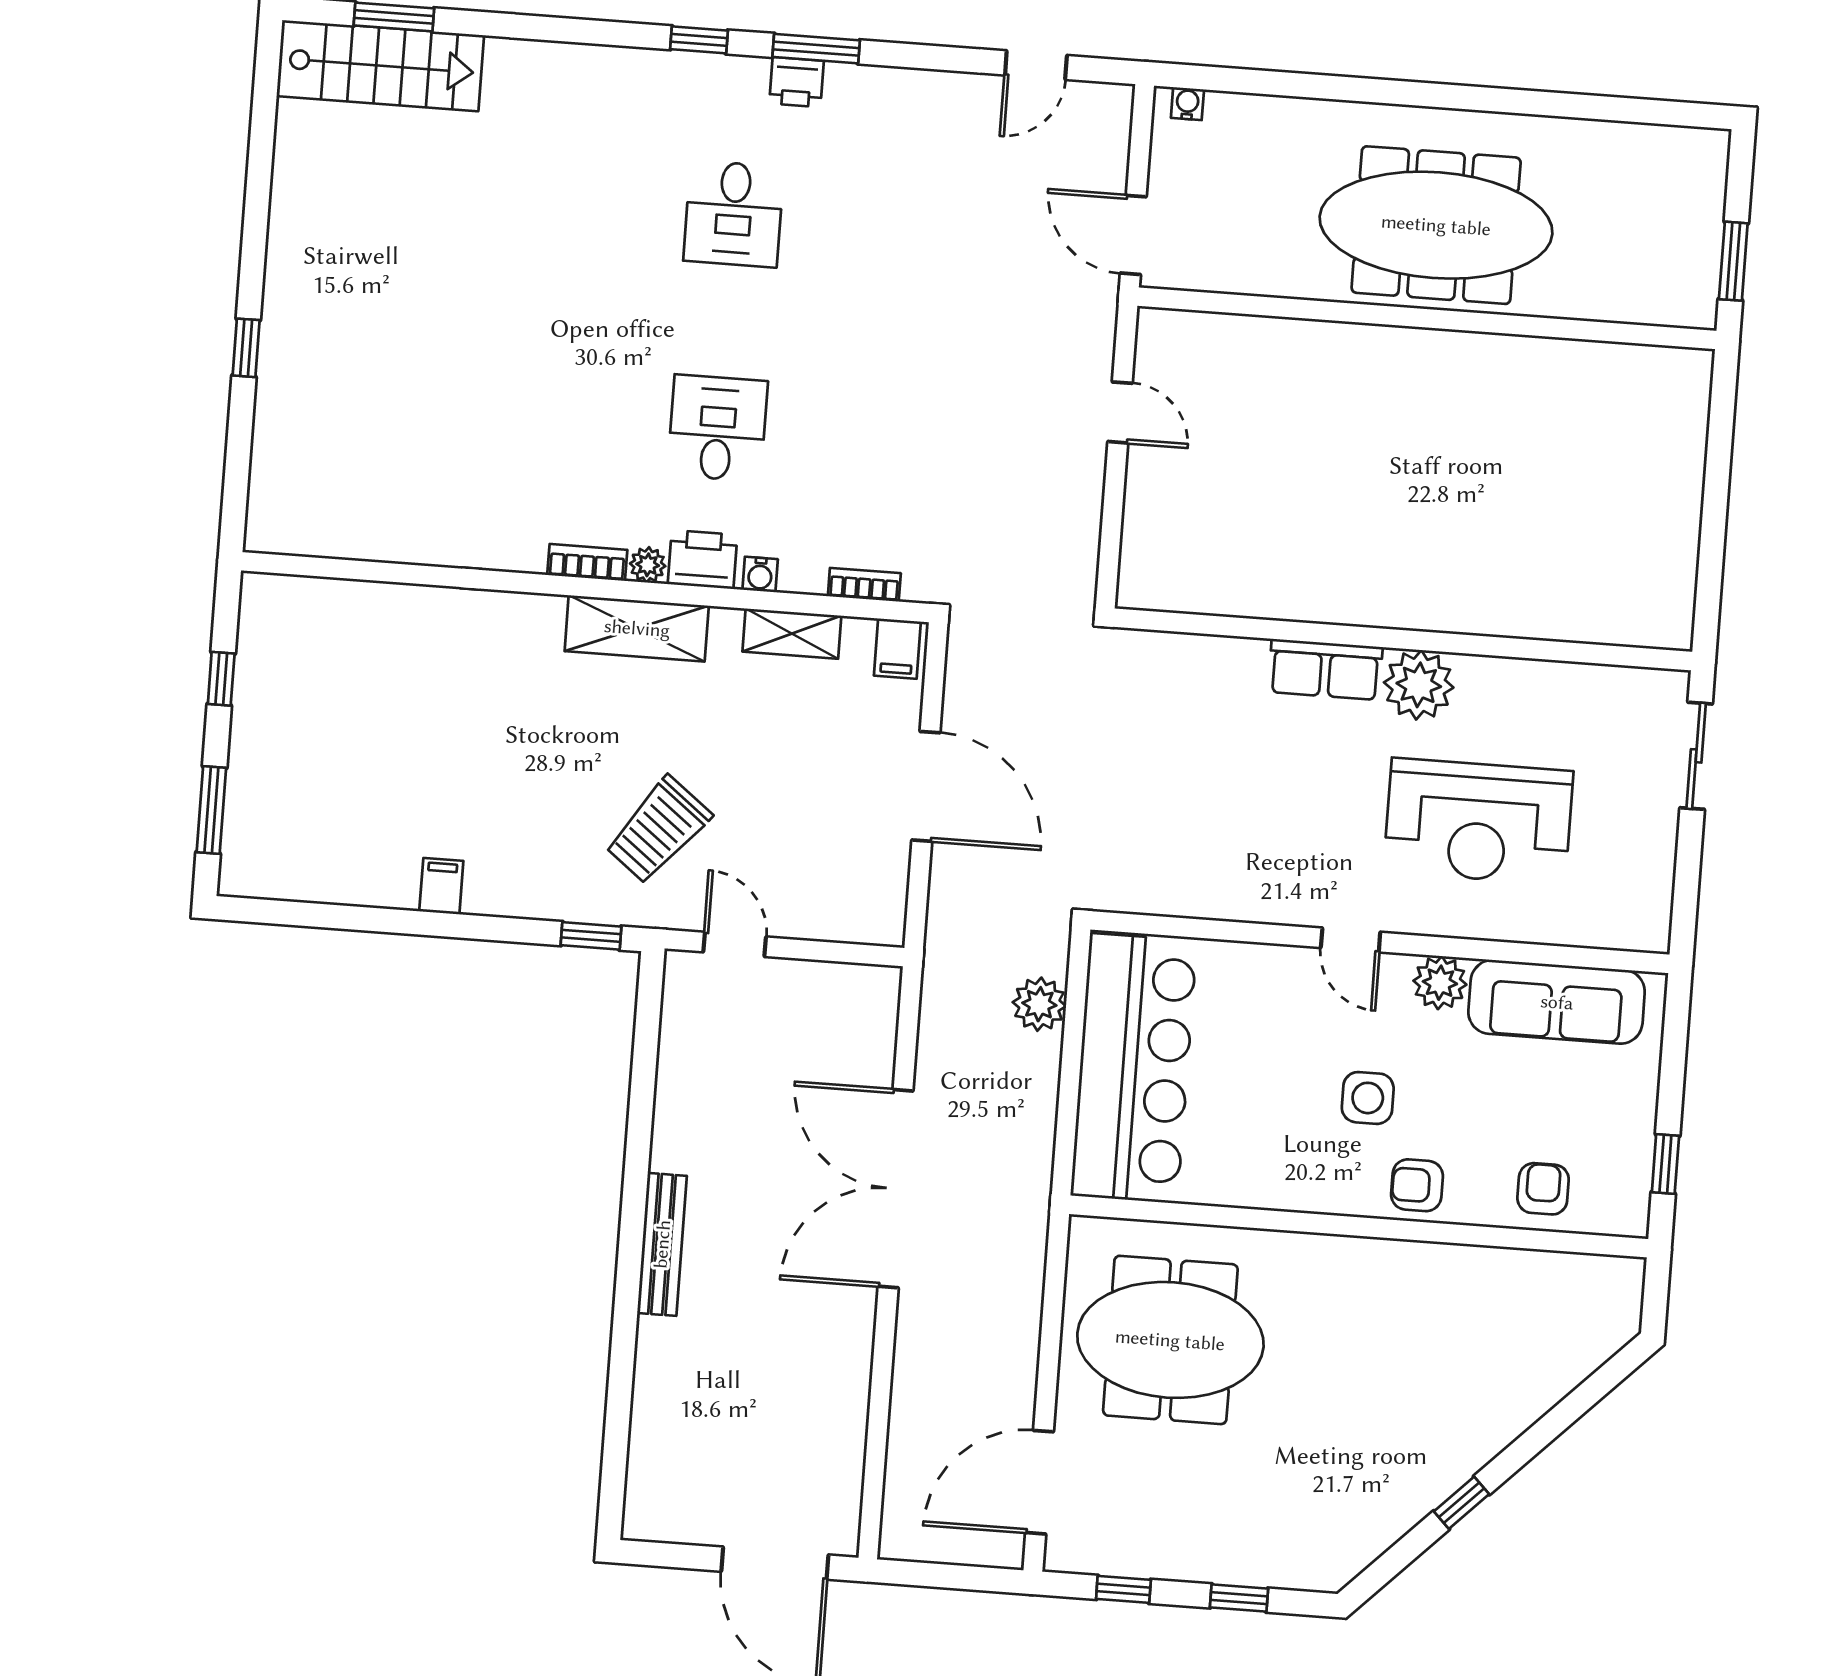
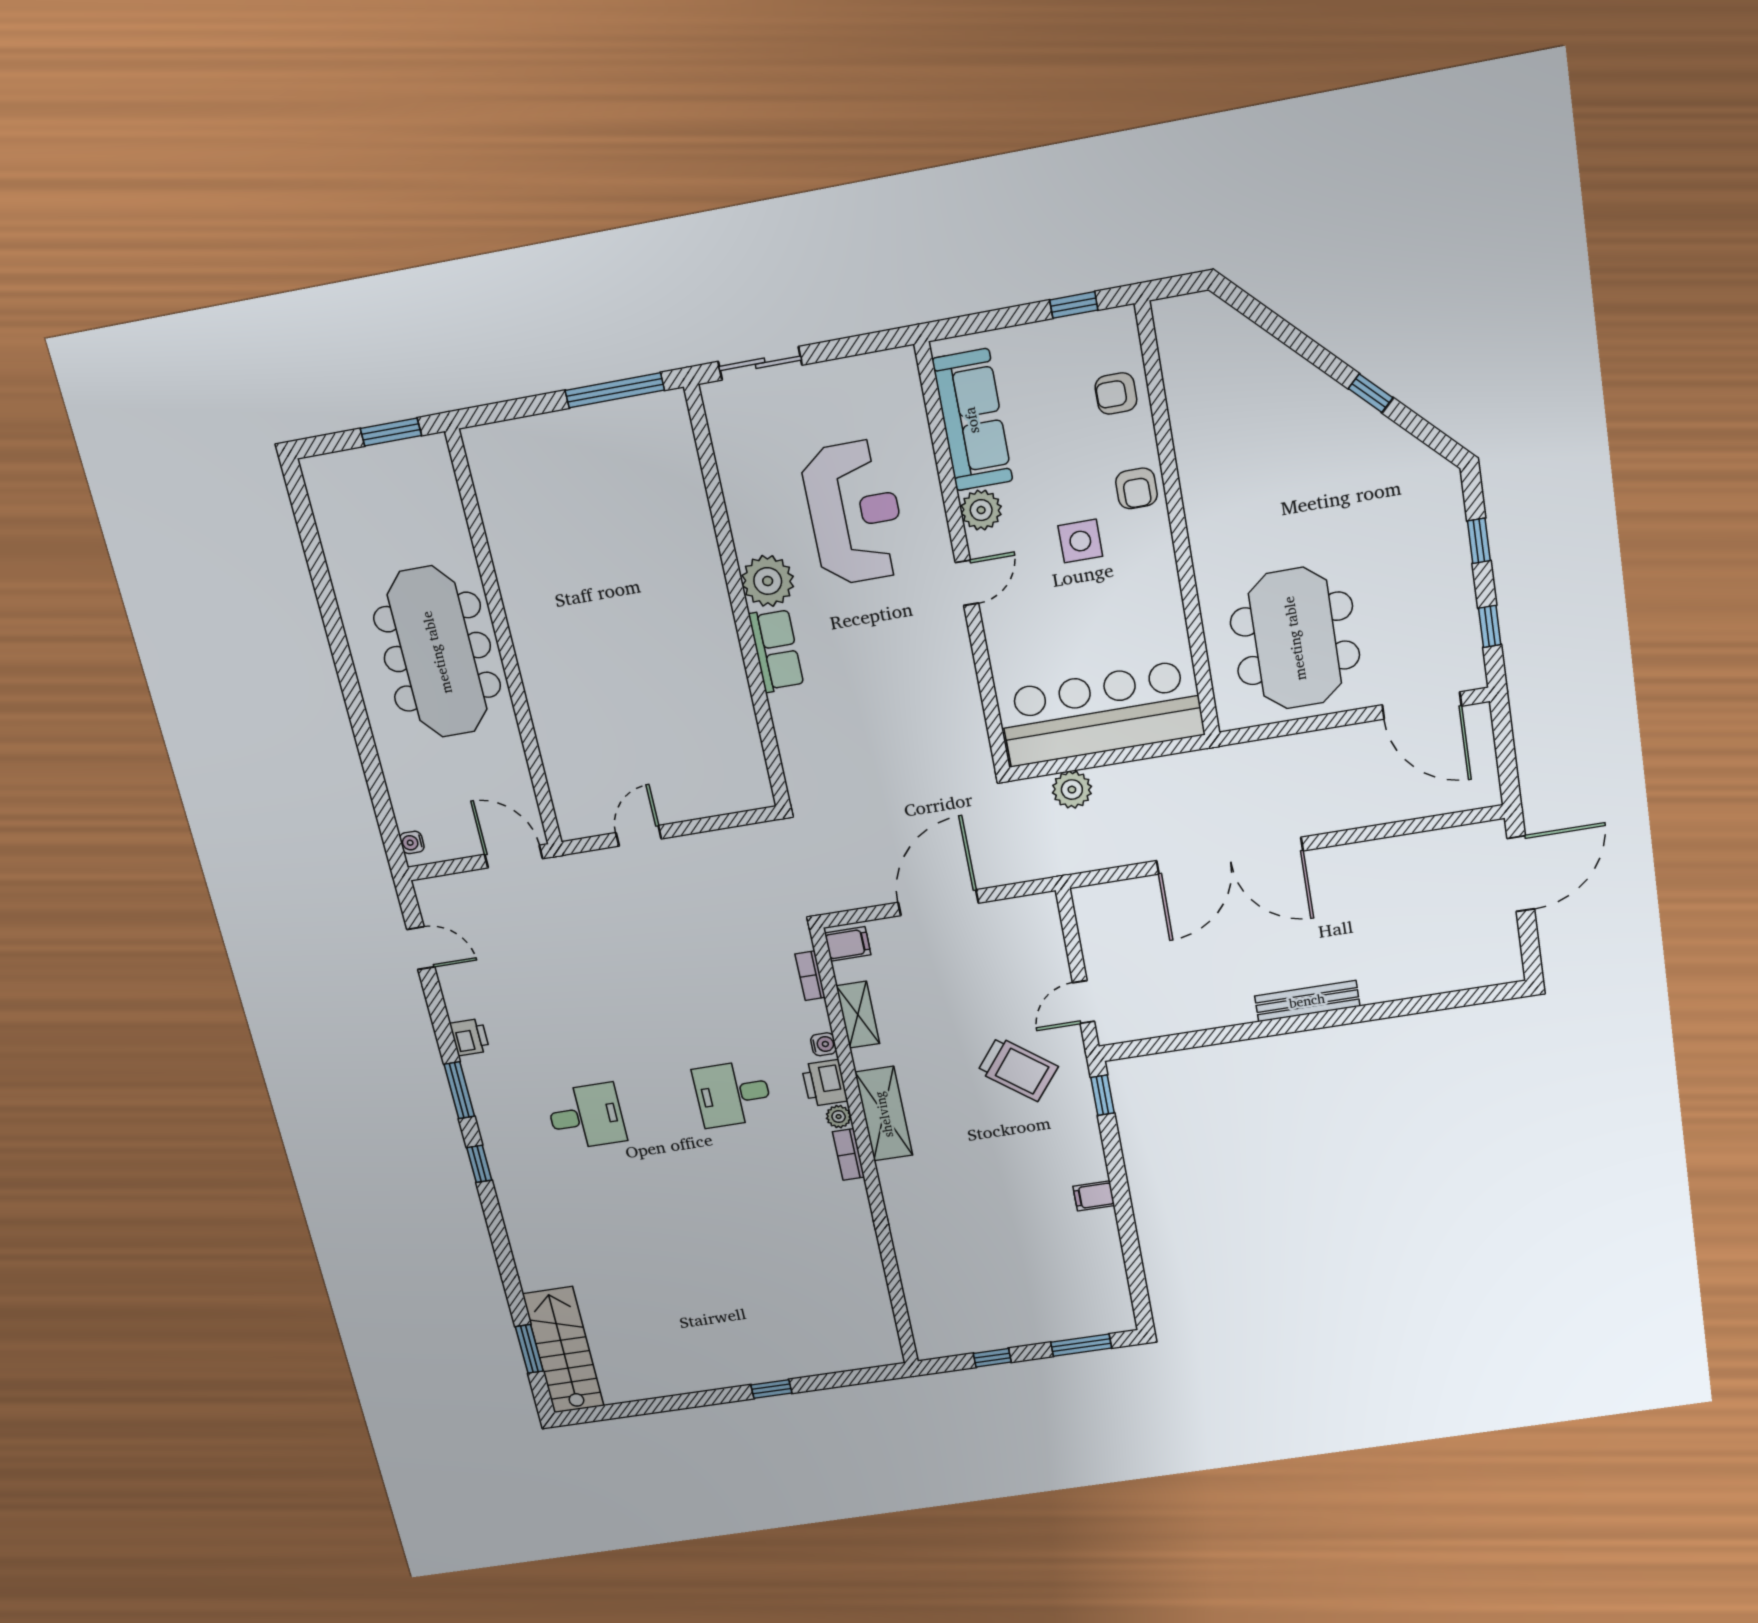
printer: (796, 82) -> (470, 1037), moved
door: (1133, 235) -> (514, 857), swing flipped
window: (1711, 563) -> (615, 390), added

